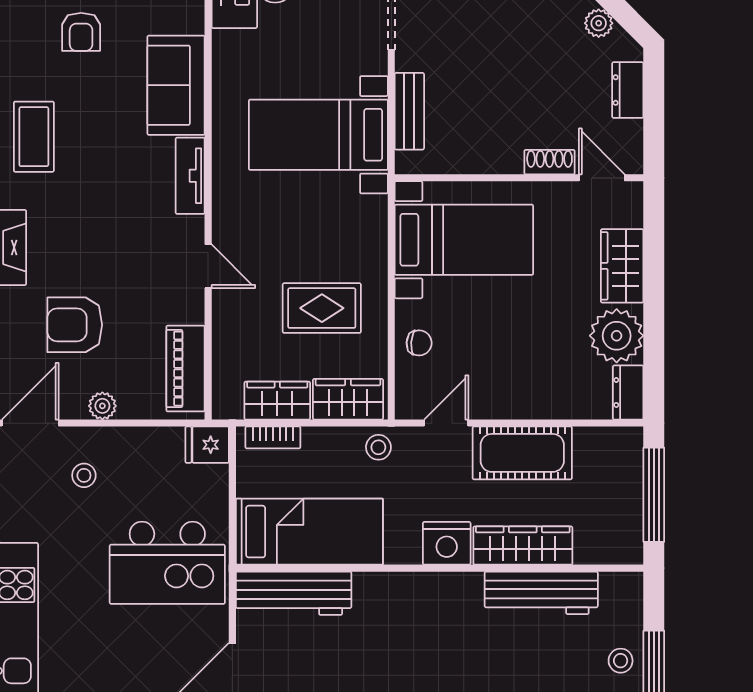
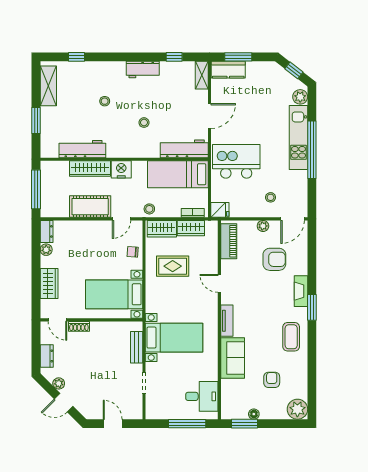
plant: (617, 336) -> (46, 250), width x0.53, depth x0.53
stool: (621, 661) -> (144, 123), moved

